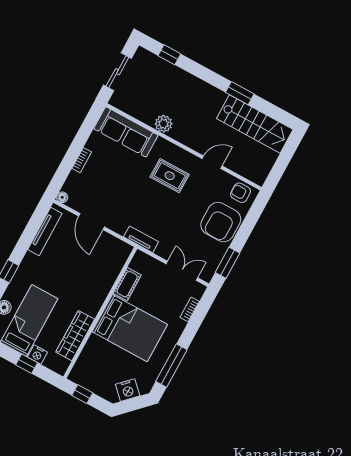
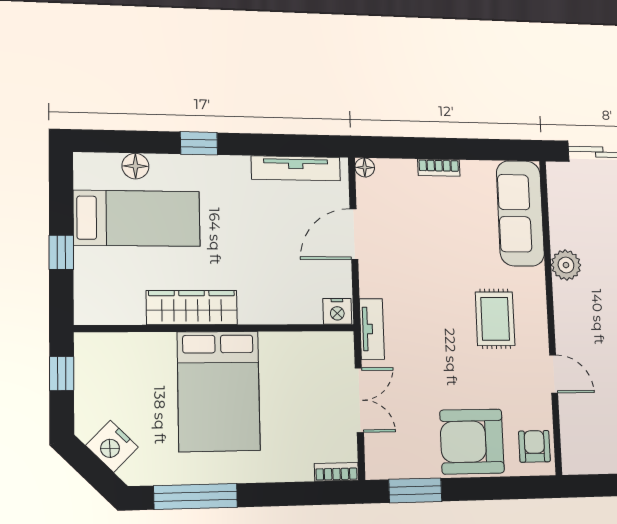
double door: (182, 271) -> (359, 400), moved
cot: (127, 284) -> (288, 346), removed
bookcase: (190, 309) -> (336, 472), moved
wardrobe: (75, 336) -> (192, 308), moved
nightstand: (37, 355) -> (337, 311), moved, turned -90

